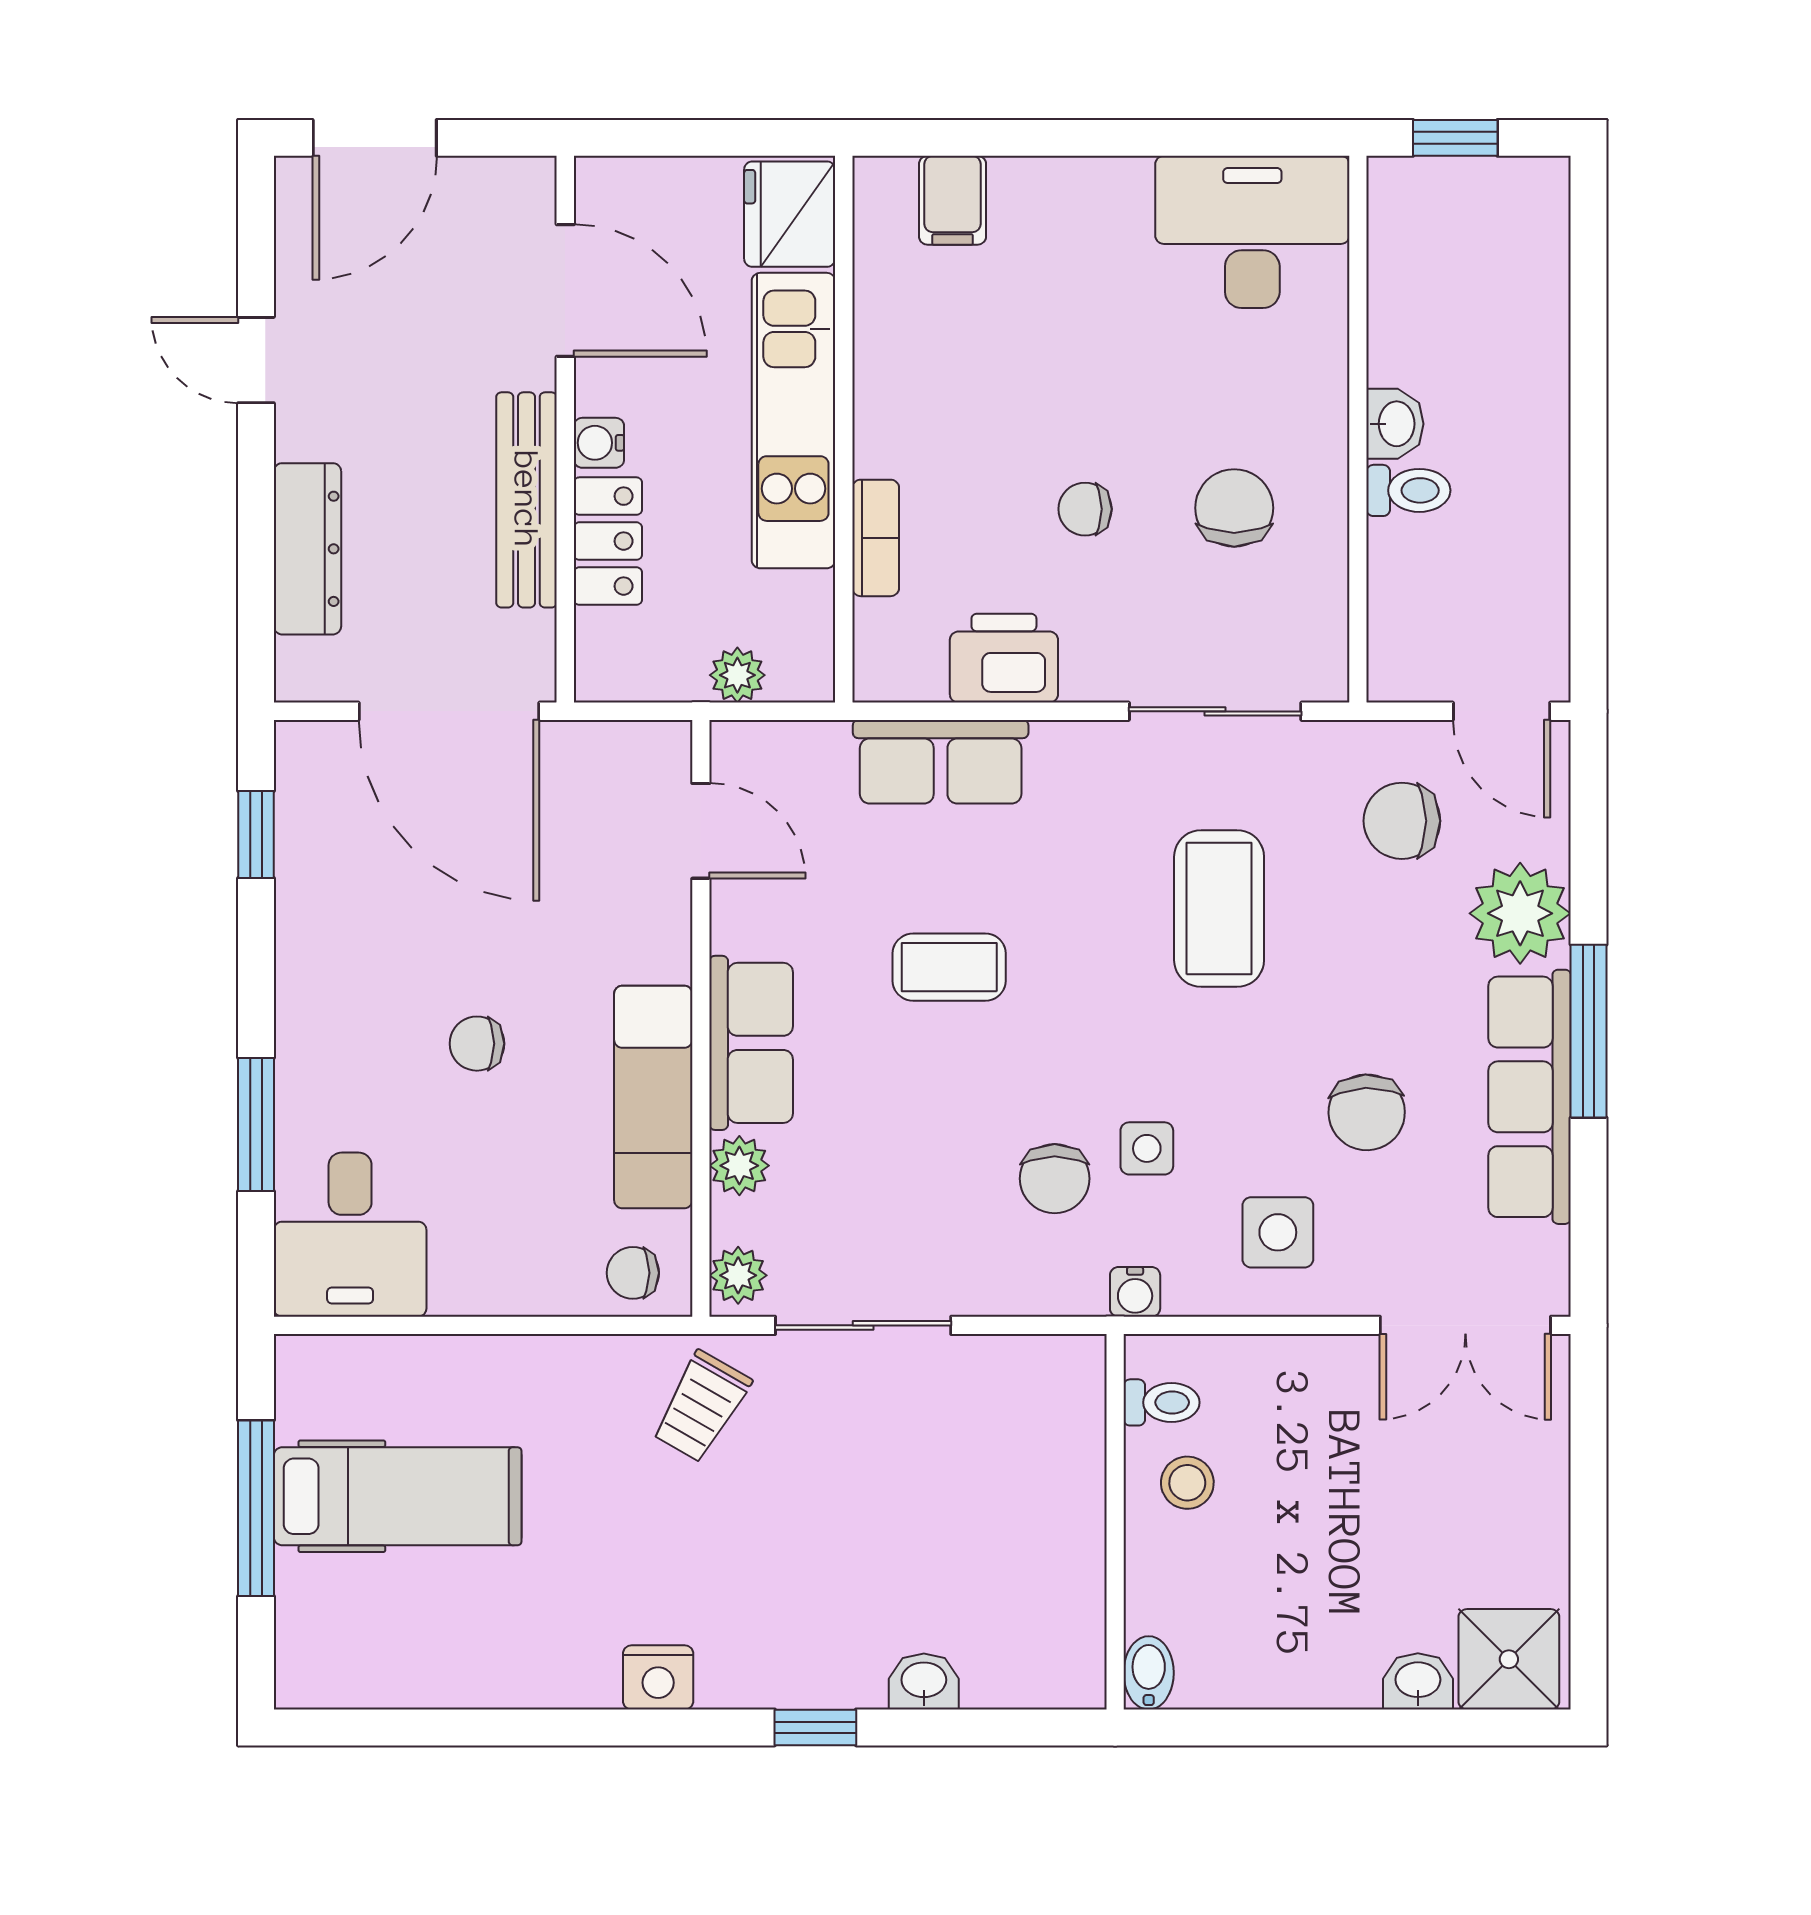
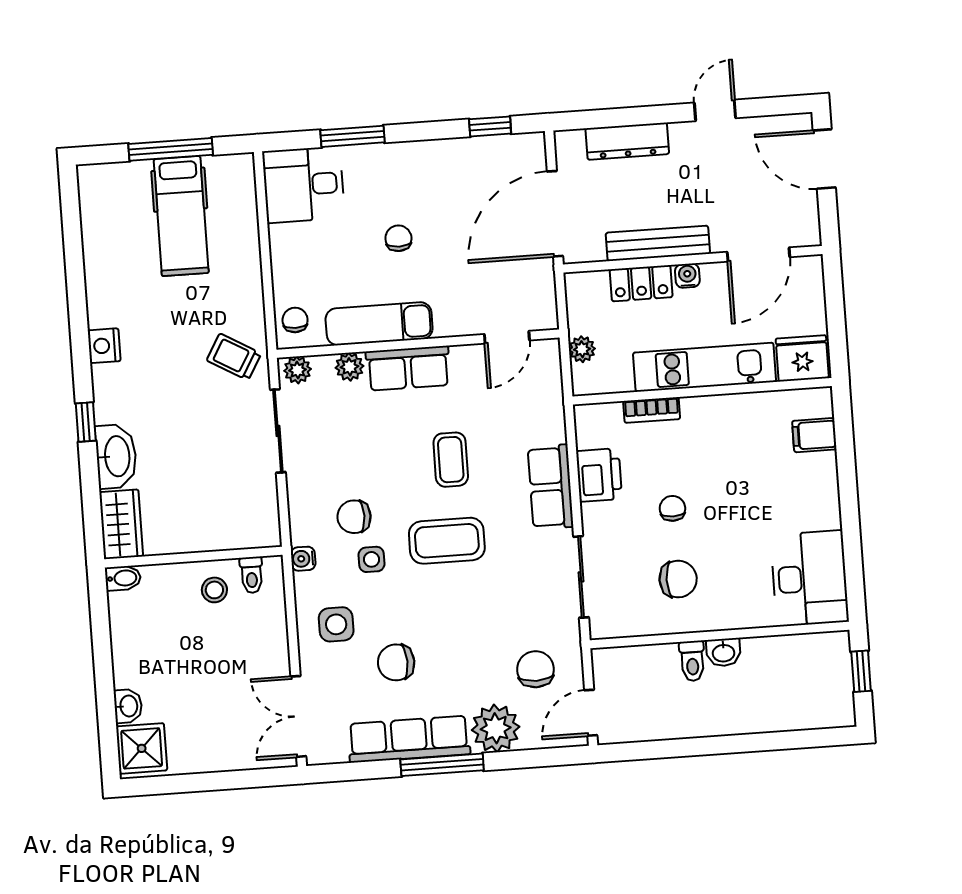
row of seats: (941, 762) -> (551, 487), moved
coffee table: (1219, 909) -> (447, 541), moved
wardrobe: (1035, 1668) -> (121, 524), added
washbasin: (924, 1681) -> (116, 456), width x1.91, depth x1.45

